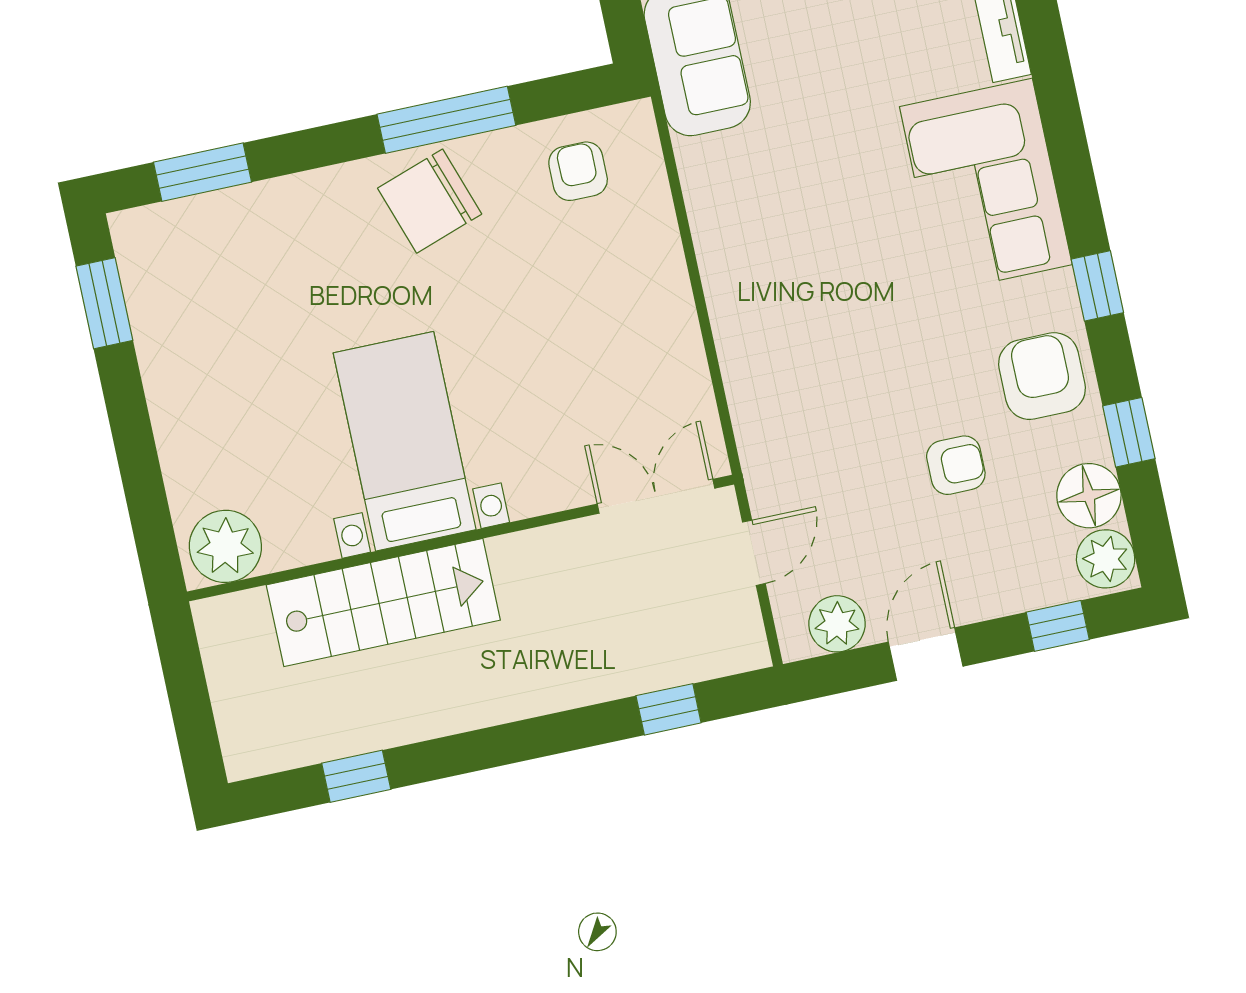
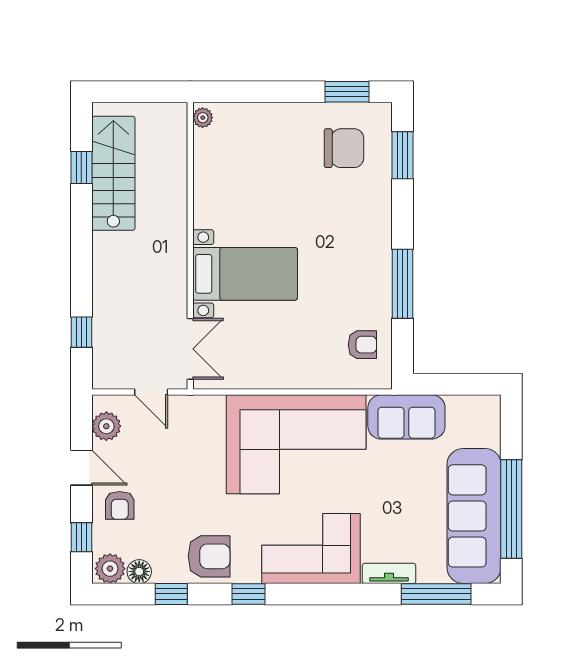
chair: (430, 201) -> (344, 148), moved, turned 109
corner sofa: (794, 257) -> (296, 444), added
bed with nightstands: (405, 441) -> (245, 274), moved
armchair: (956, 465) -> (120, 505), moved
floor lamp: (1089, 496) -> (139, 572), width x0.73, depth x0.73
plant: (225, 546) -> (203, 118), width x0.53, depth x0.53
stairs: (383, 603) -> (113, 173), moved, turned 180

